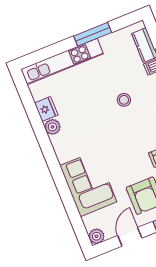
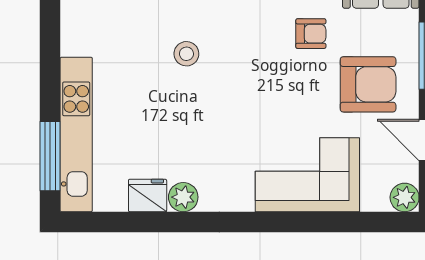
window: (93, 34) -> (50, 156), moved

